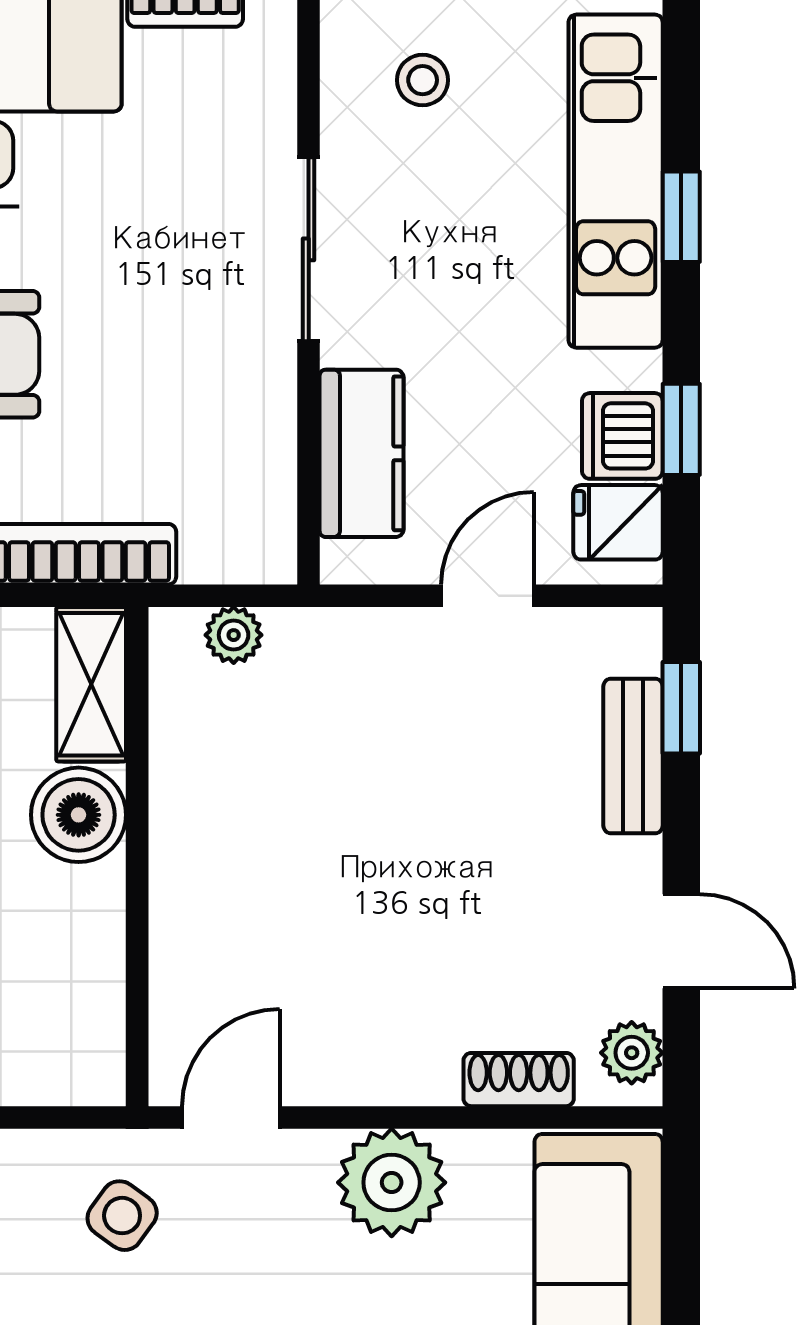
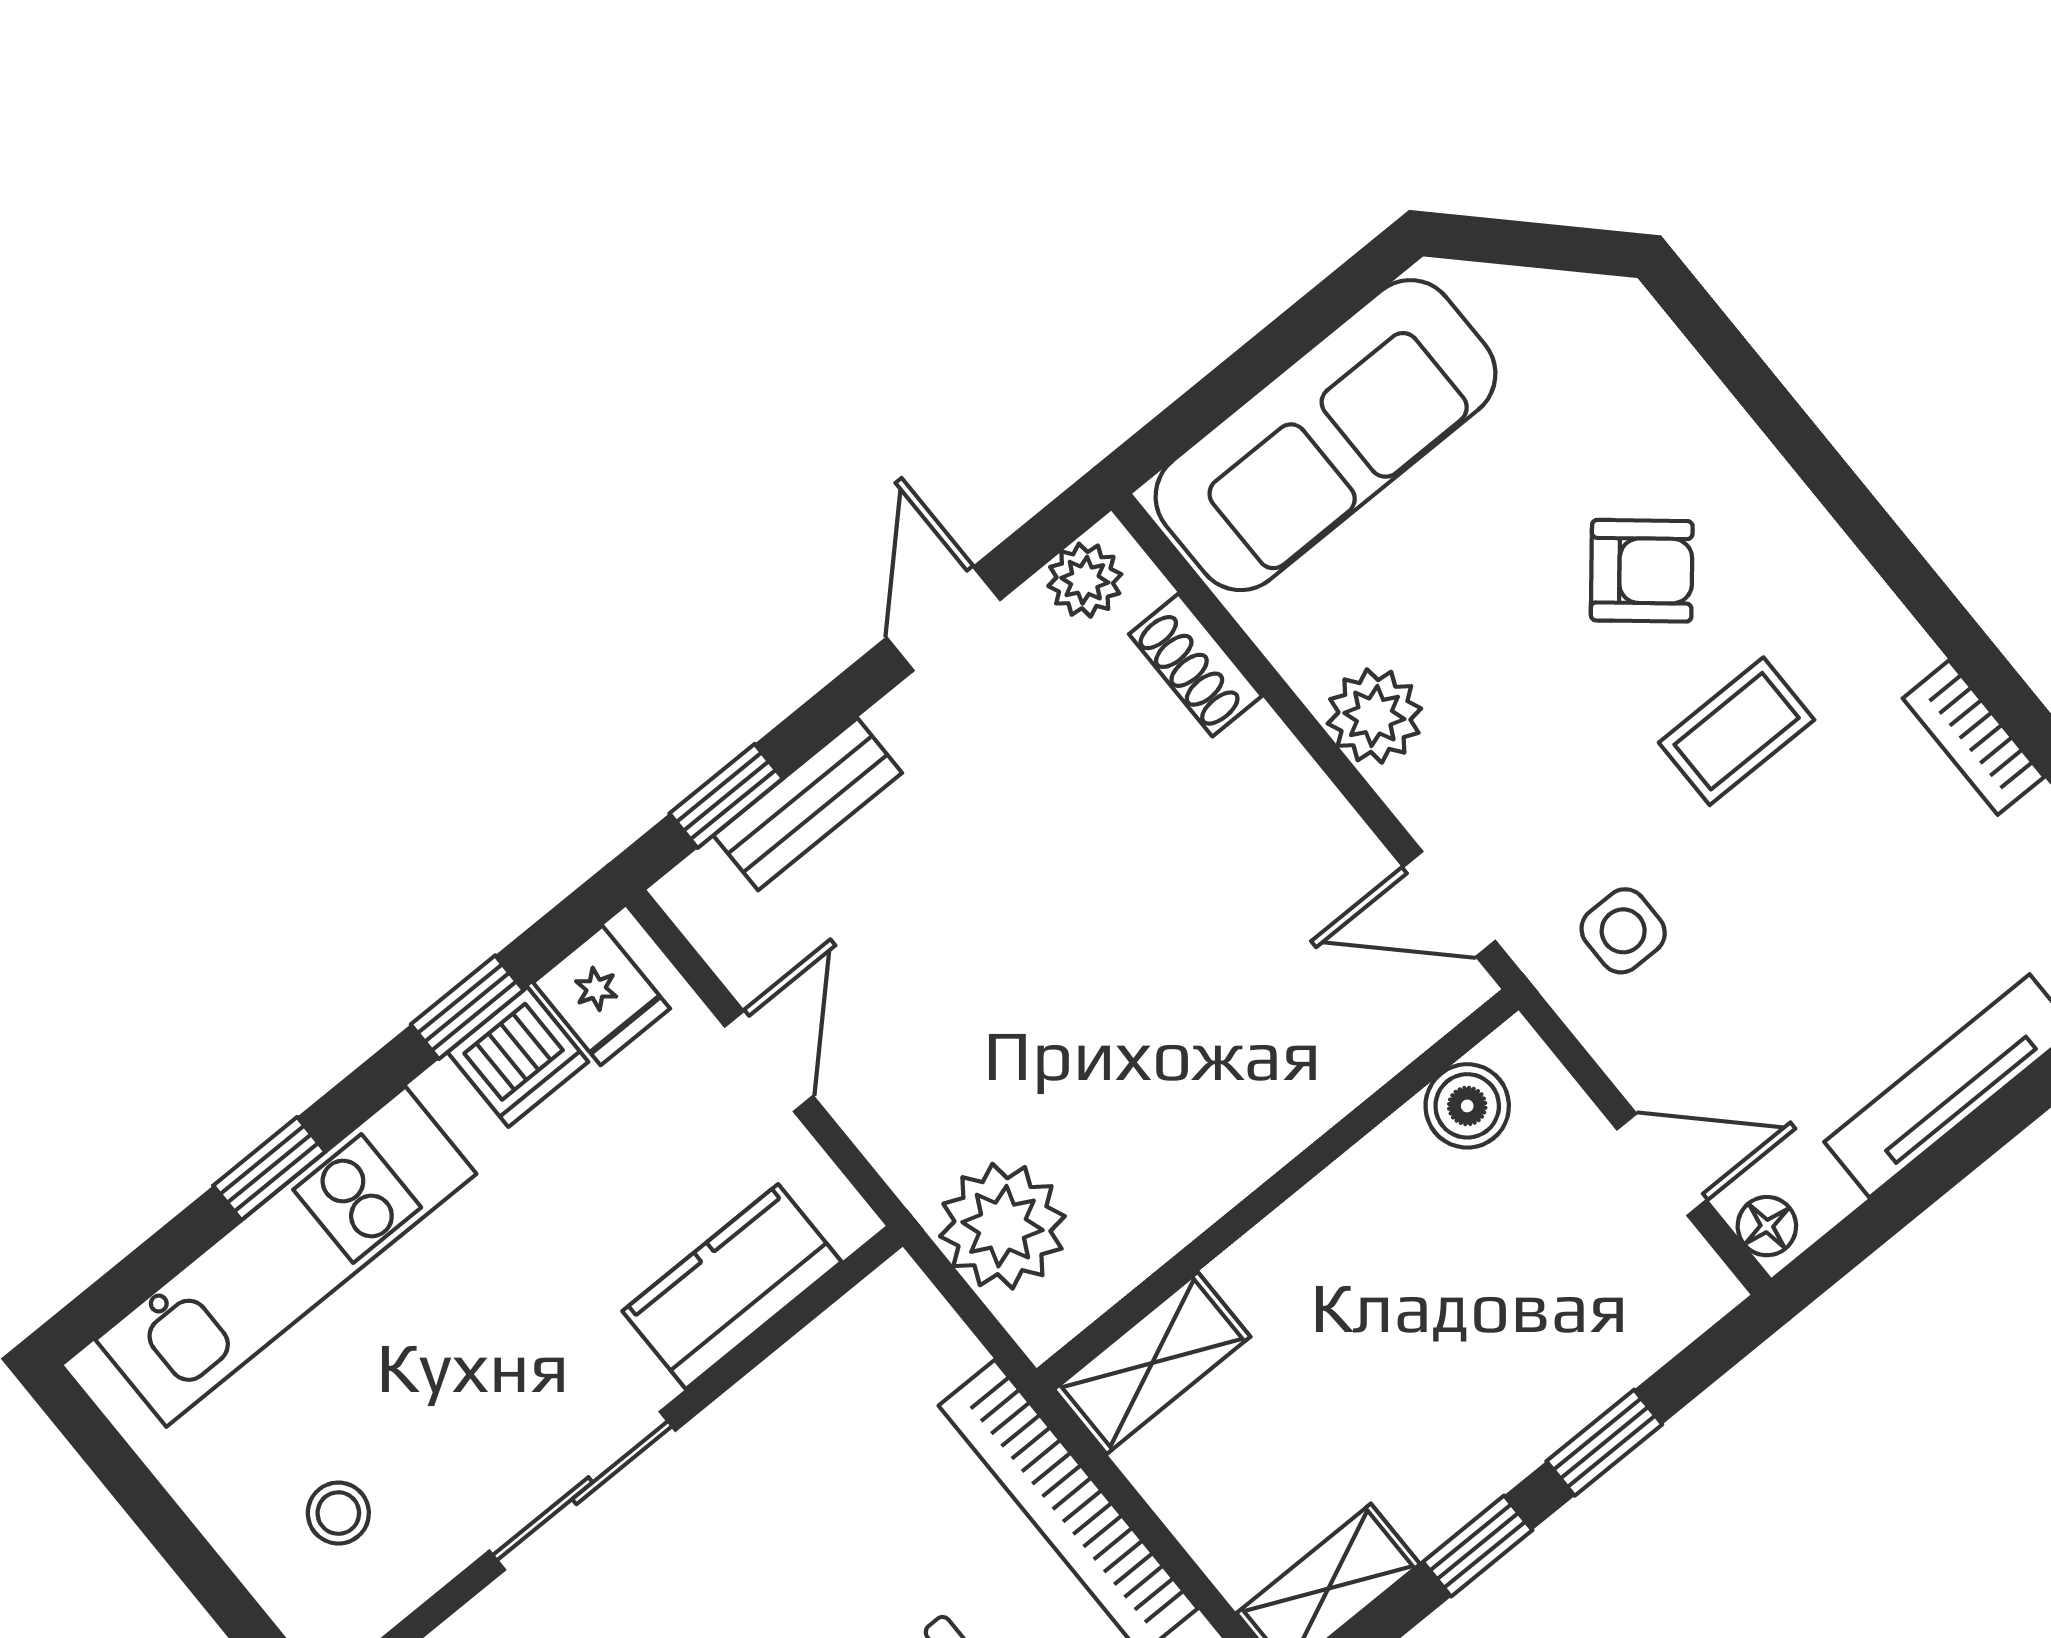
door: (488, 596) -> (769, 1061), swing flipped
plant: (234, 635) -> (1002, 1226), width x1.88, depth x1.88
boiler: (79, 815) -> (1467, 1106), moved, width x0.73, depth x0.73
plant: (392, 1182) -> (1374, 716), width x0.73, depth x0.73
side table: (122, 1216) -> (1623, 931), turned -36

